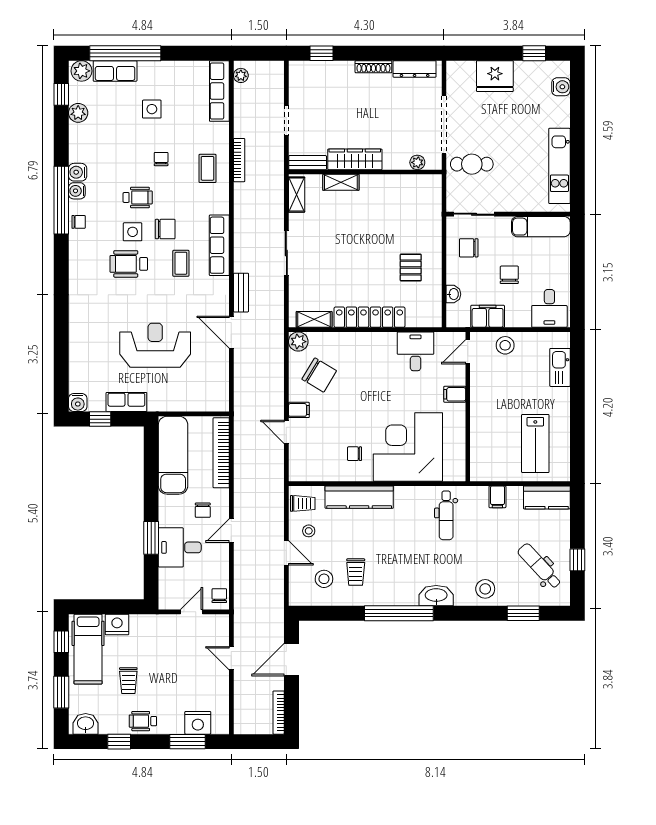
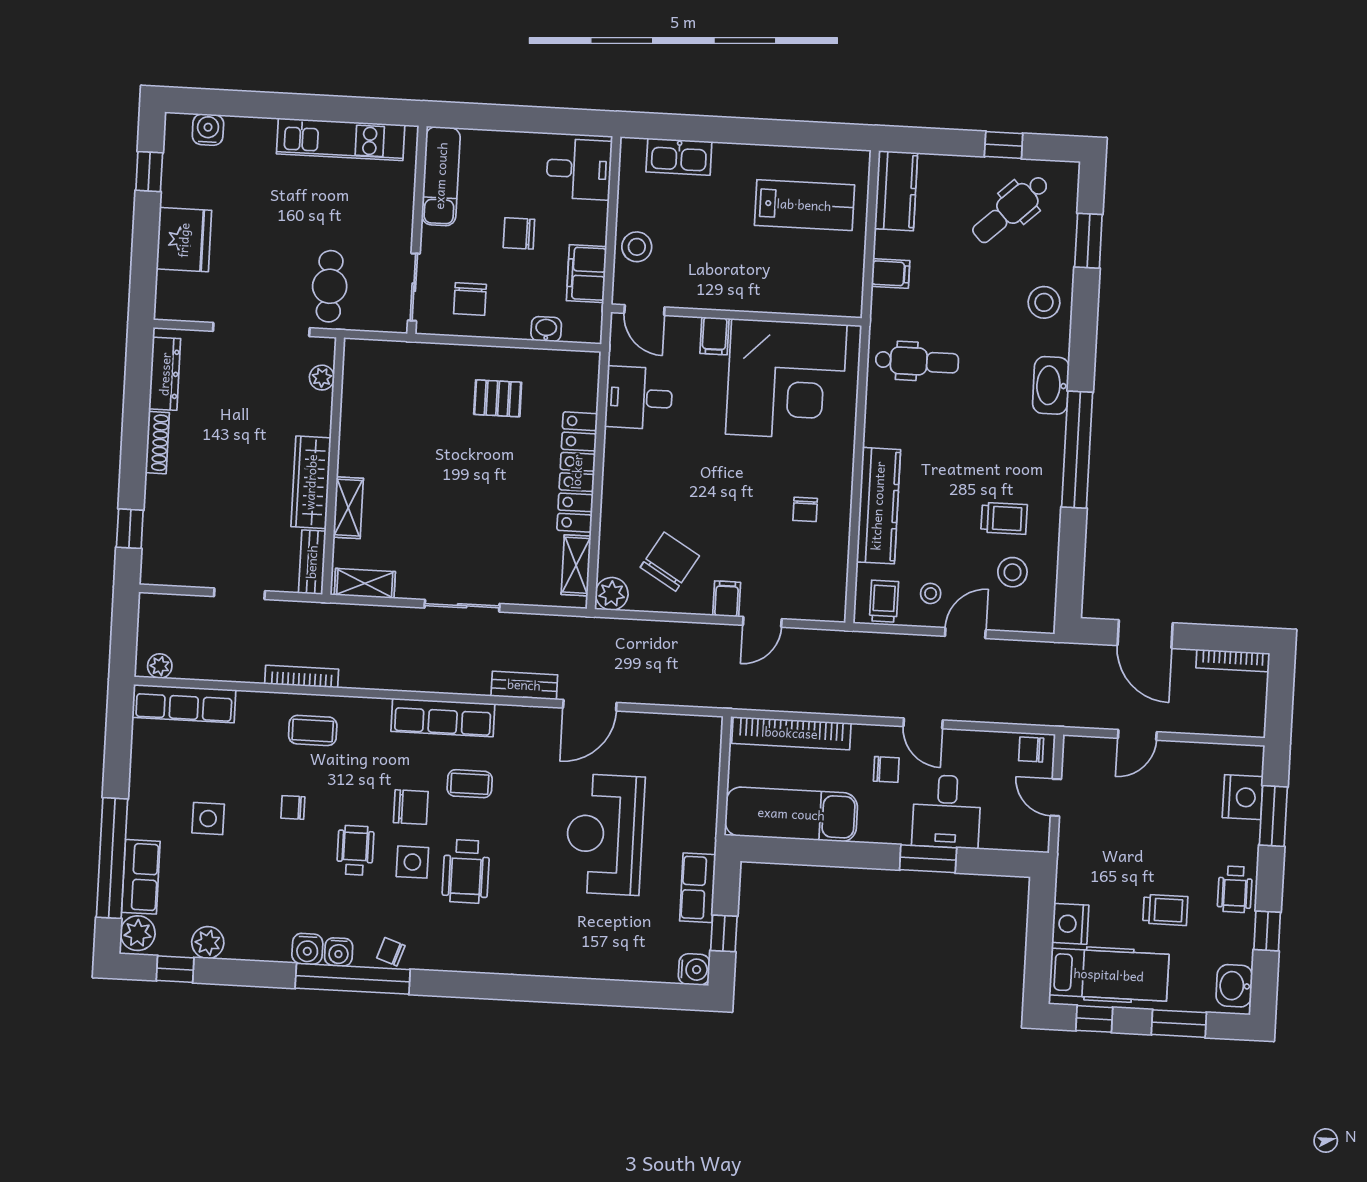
chair: (79, 222) -> (391, 952), turned -71
chair: (165, 229) -> (411, 807), turned 90
corner desk: (408, 447) -> (786, 379), moved, turned -90

